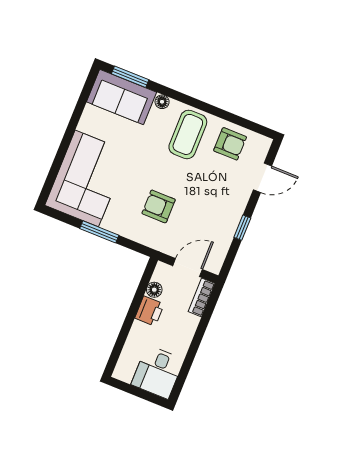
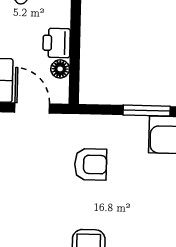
door: (188, 268) -> (32, 108), swing flipped

